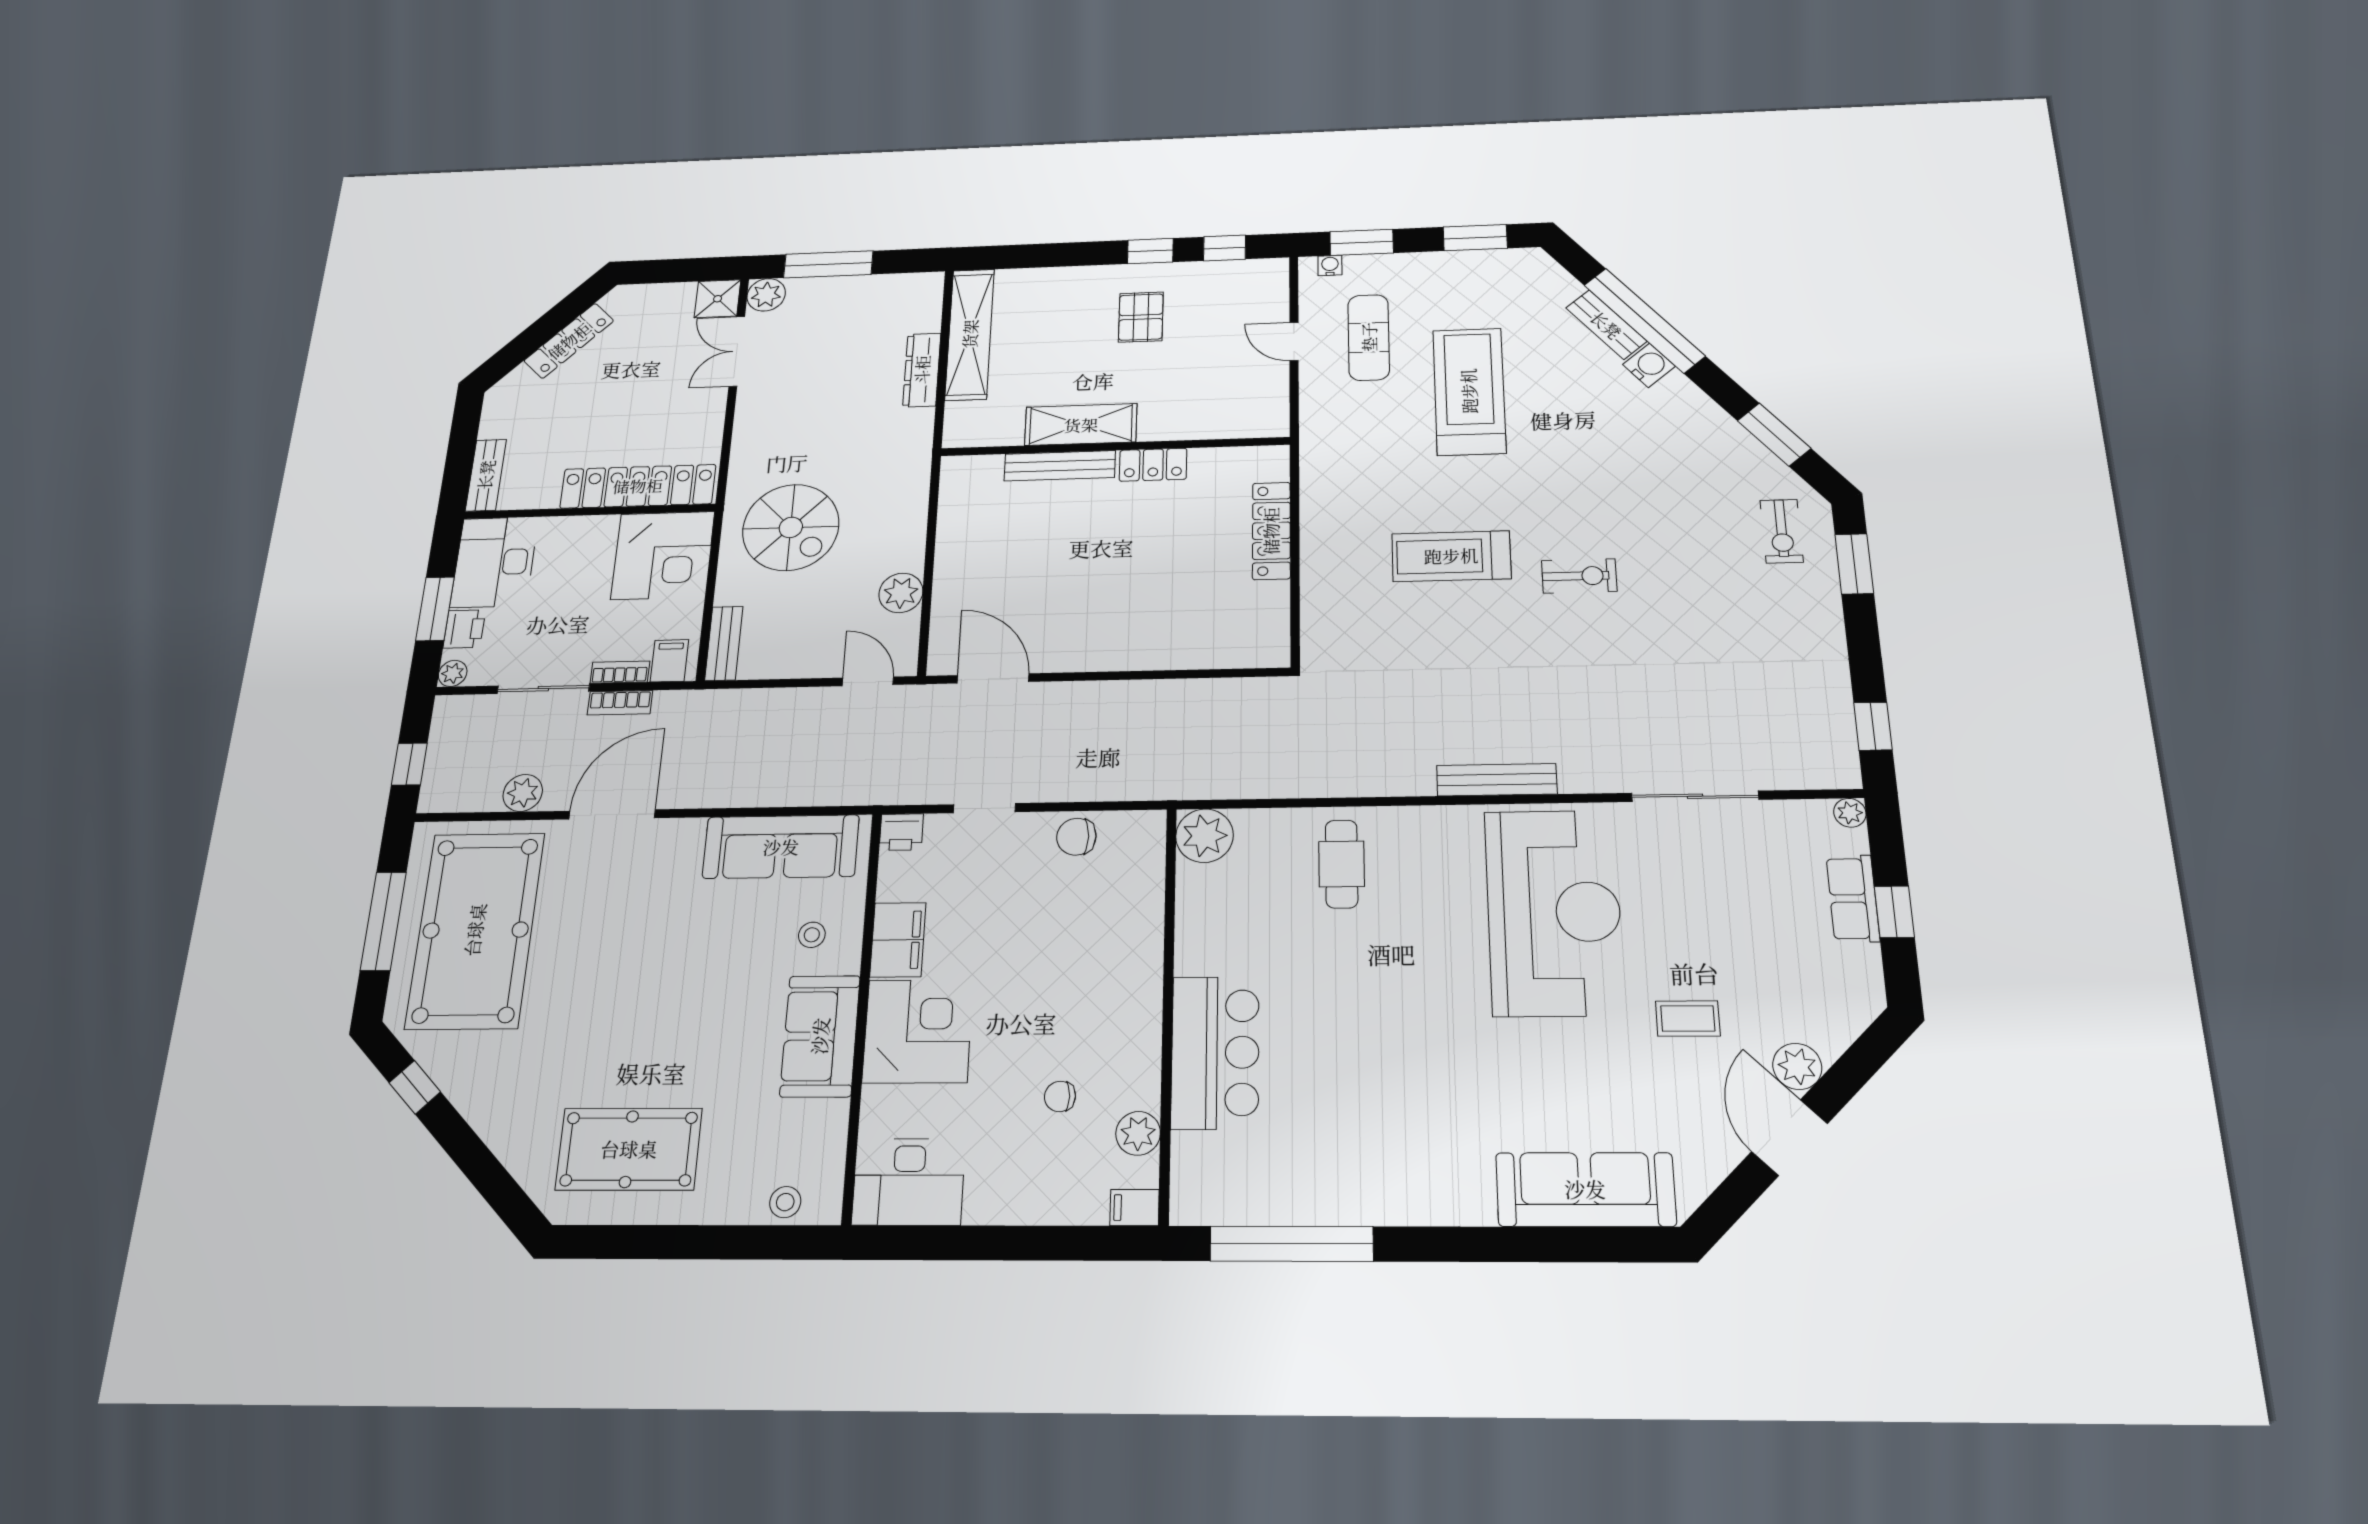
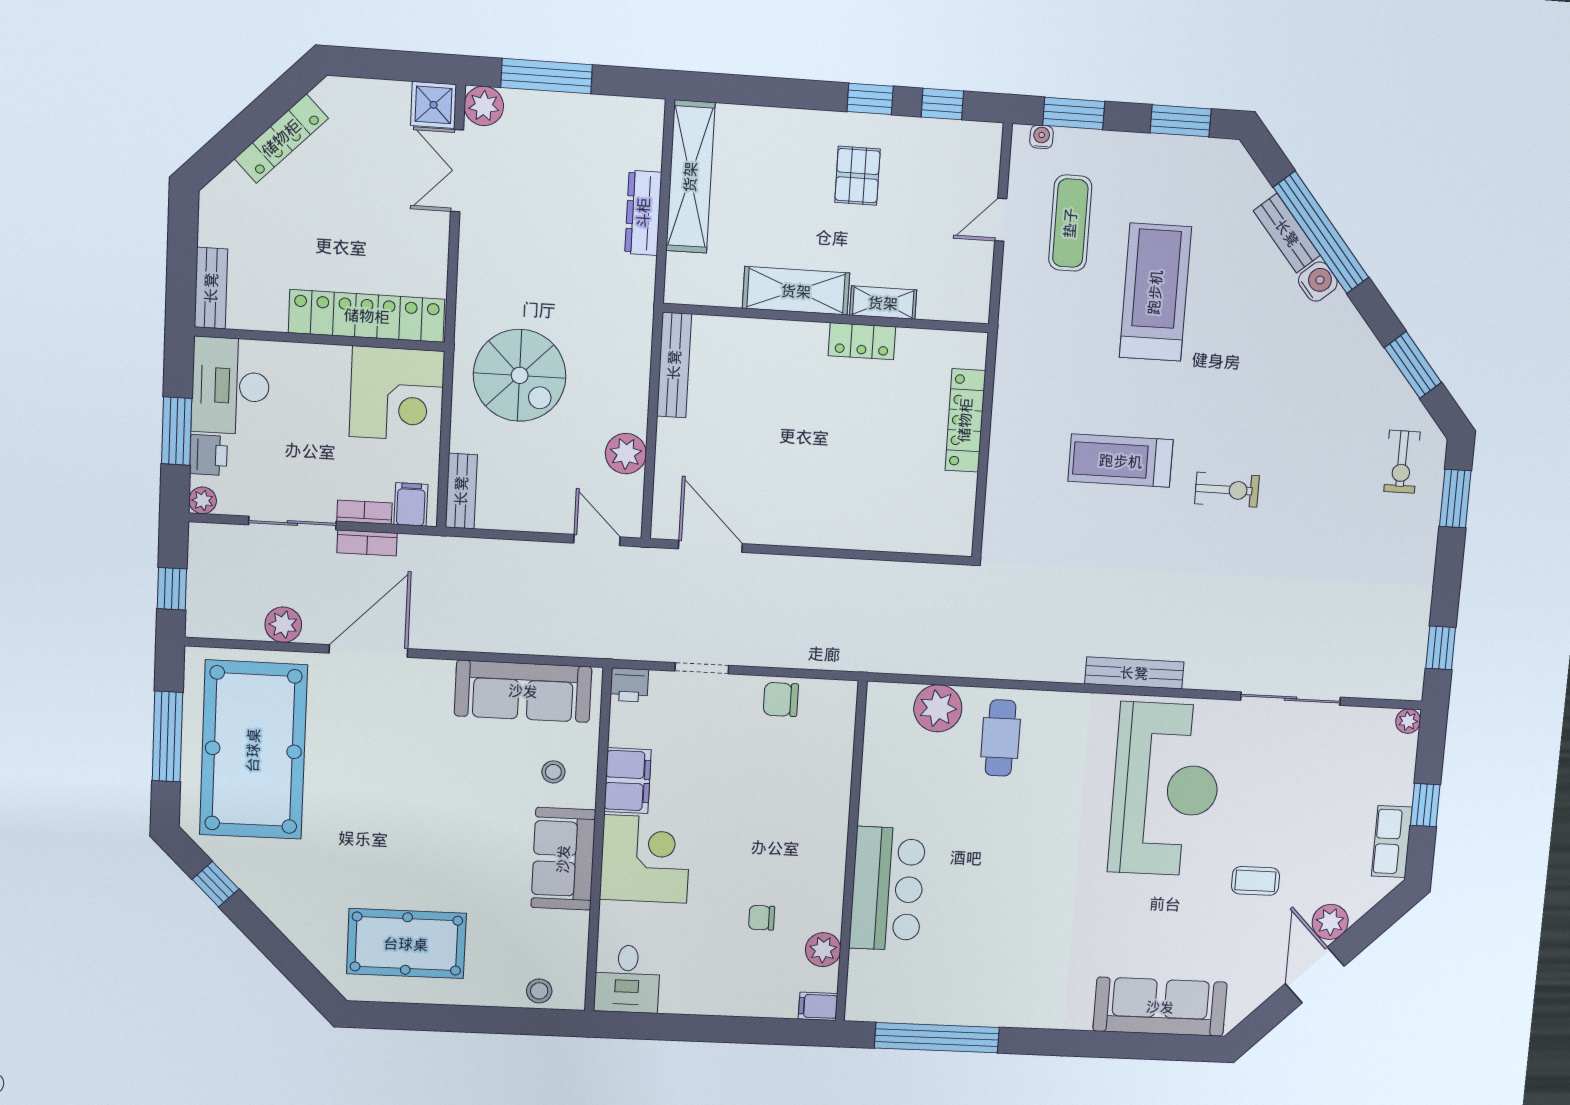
door: (1294, 341) -> (1001, 220), hinge flipped
shelving: (1174, 427) -> (883, 303), added
bench: (1060, 466) -> (674, 365), moved, turned 90
plant: (1205, 836) -> (938, 708), moved
row of seats: (1853, 899) -> (1392, 842), moved
desk: (908, 1182) -> (627, 979), width x0.73

